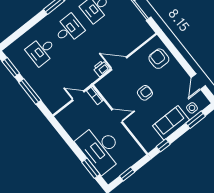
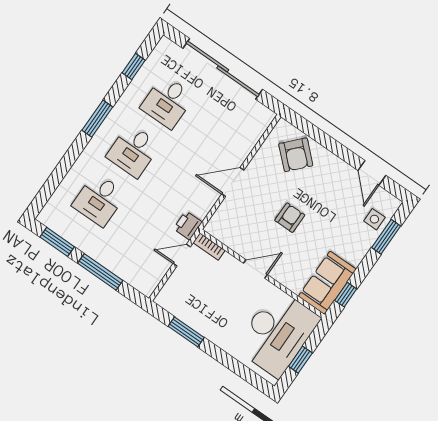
desk: (69, 29) -> (133, 151), turned 180
armchair: (159, 59) -> (296, 155), turned -137
printer: (101, 68) -> (188, 225), moved
sofa: (171, 123) -> (327, 283), moved
desk: (101, 148) -> (277, 333), moved, turned -90
window: (91, 168) -> (186, 332), moved

